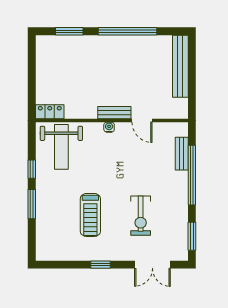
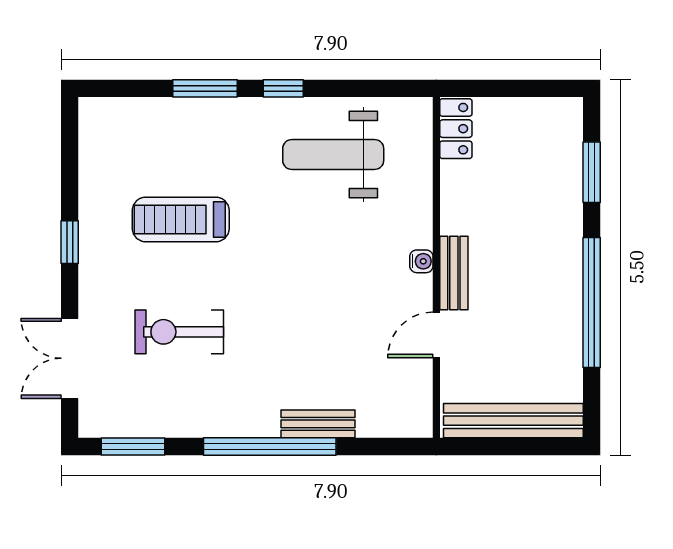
locker: (50, 112) -> (456, 129), moved
bench: (114, 113) -> (454, 273), moved
wall: (112, 121) -> (436, 267), moved
door: (142, 121) -> (436, 335), moved
water cooler: (109, 127) -> (421, 261), moved

